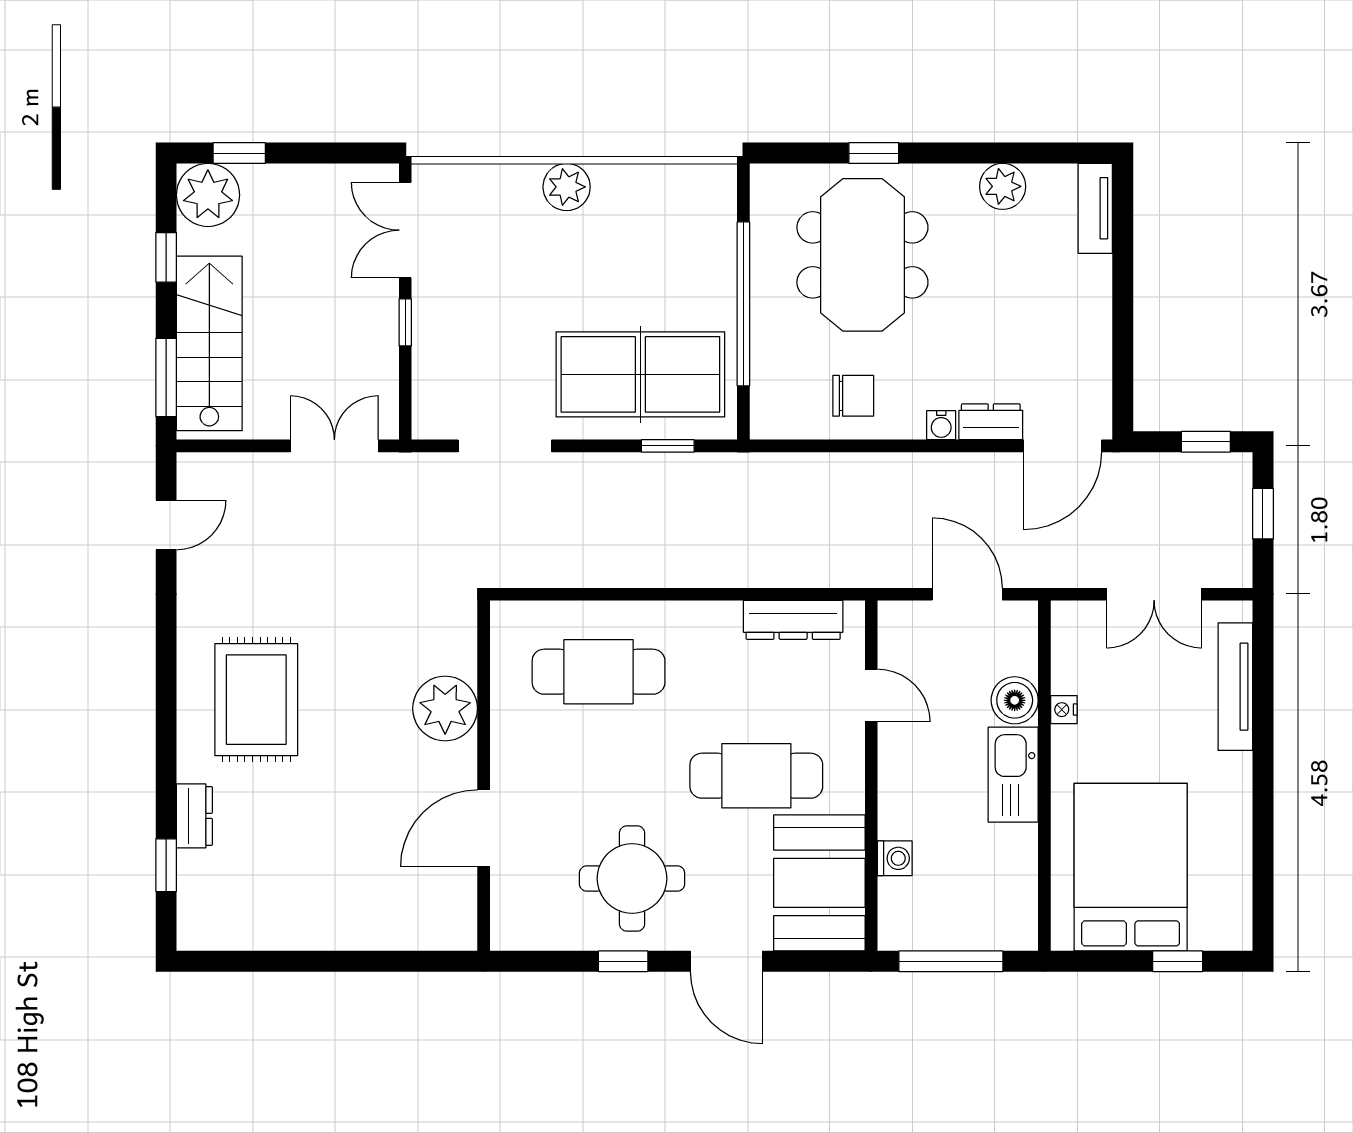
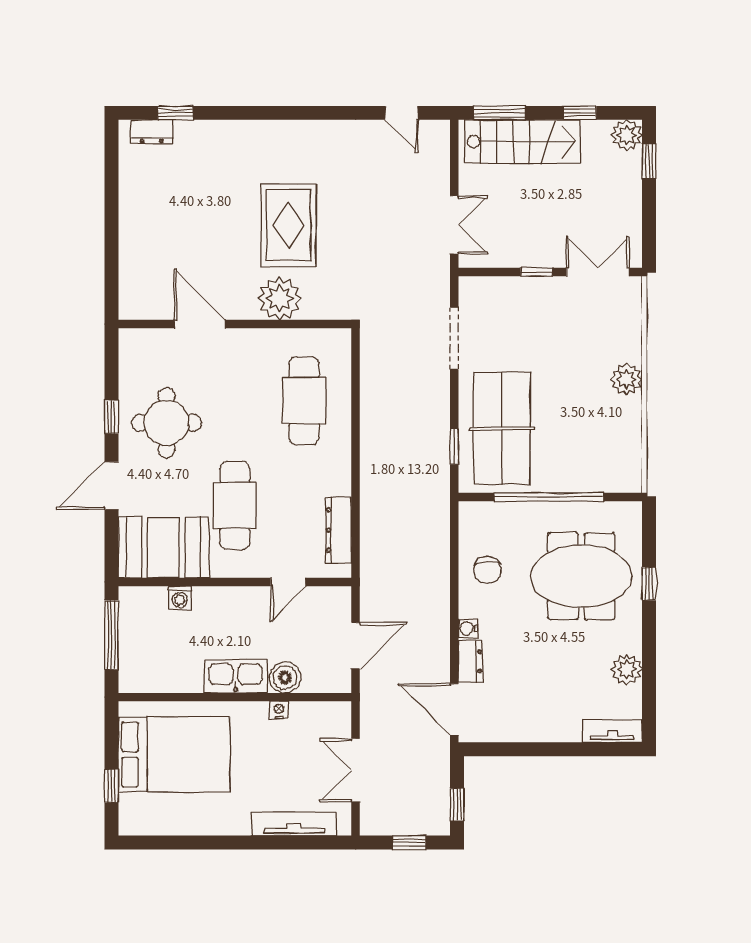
plant: (208, 195) -> (627, 135), width x0.73, depth x0.73
rug: (256, 700) -> (288, 225), moved, turned 90
dresser: (194, 816) -> (152, 132), moved

